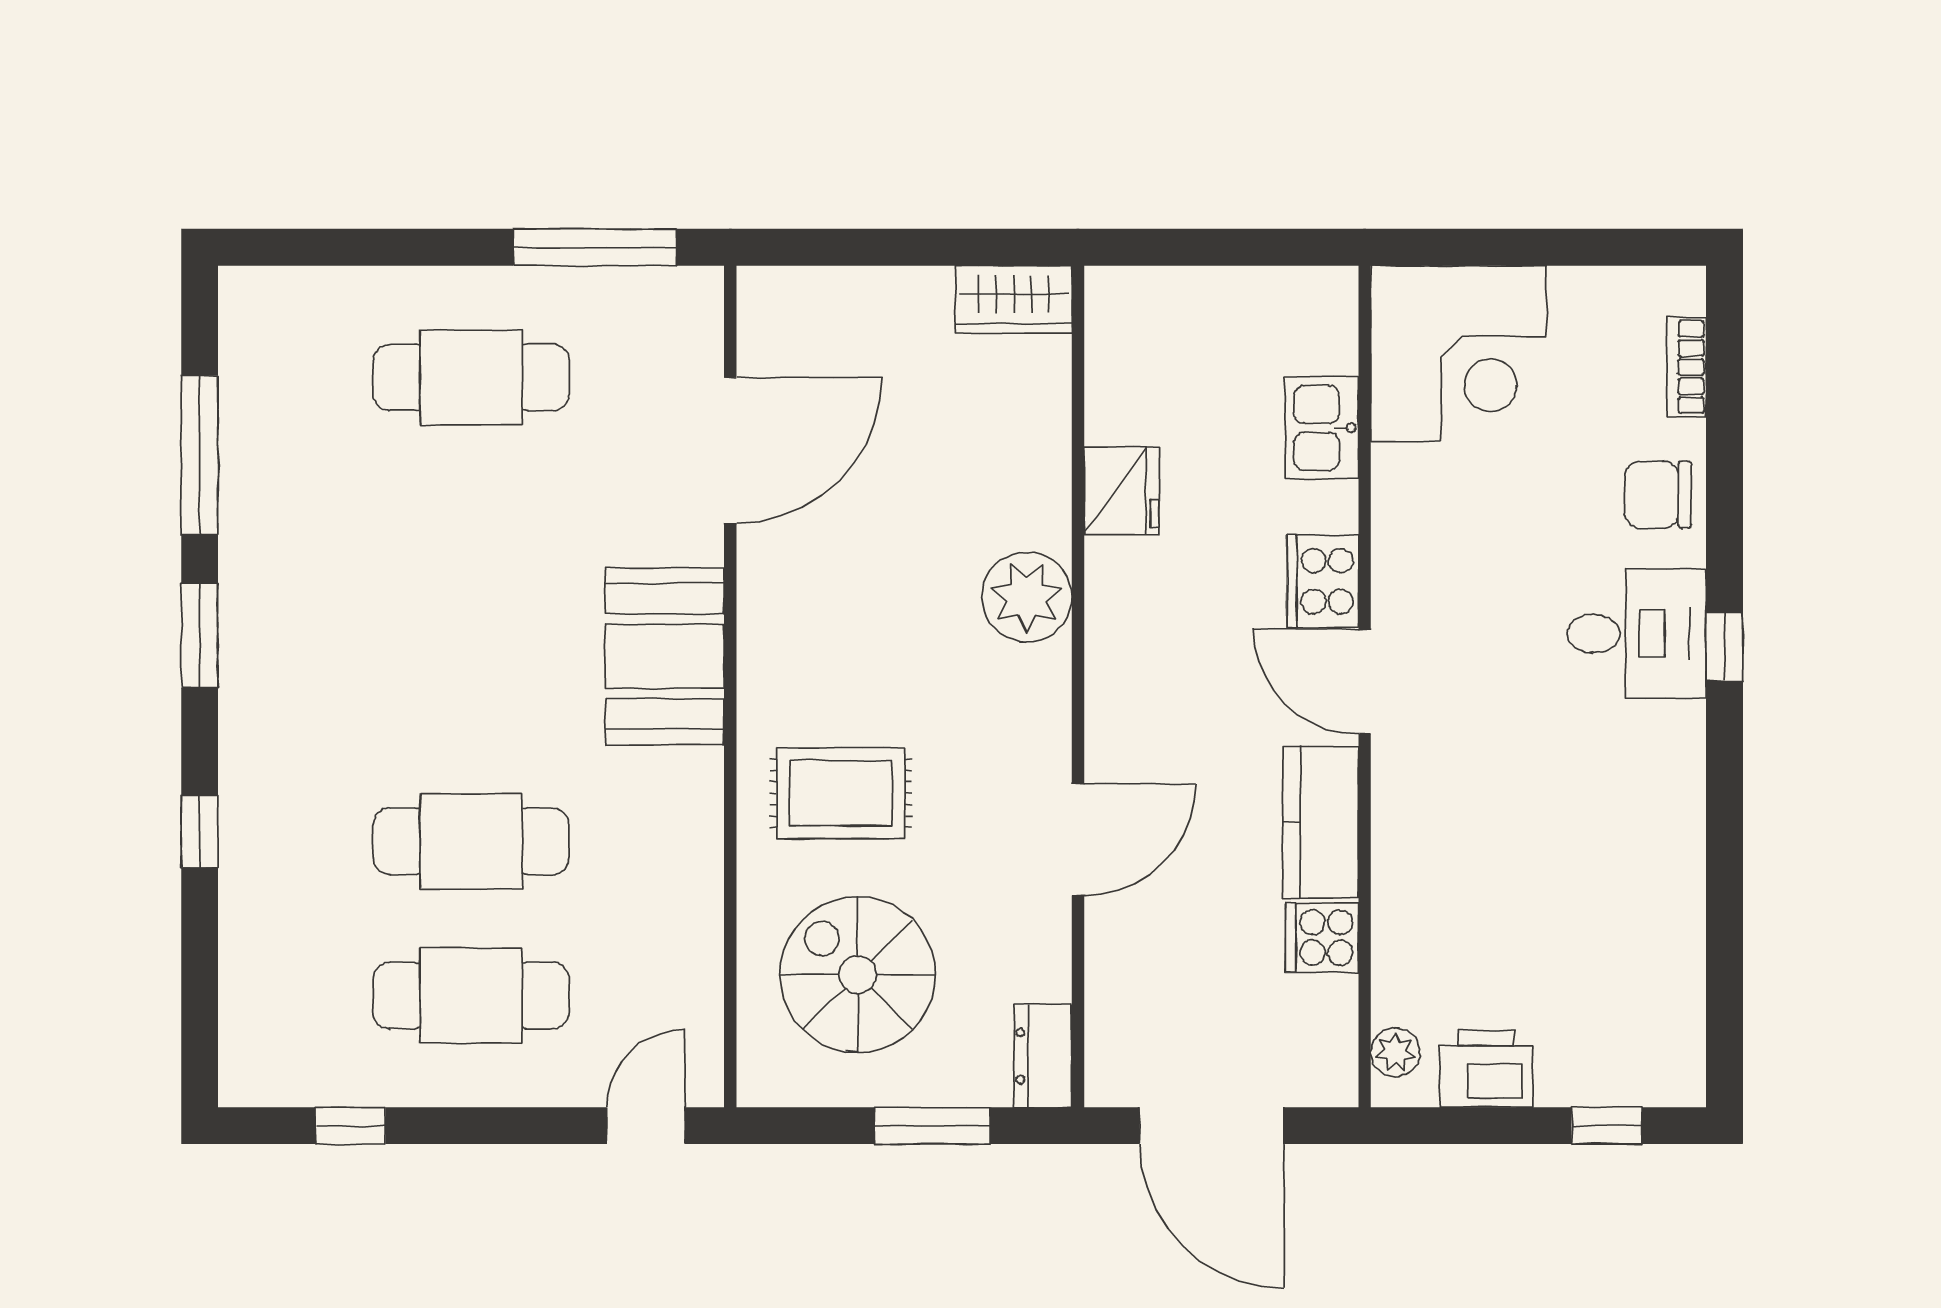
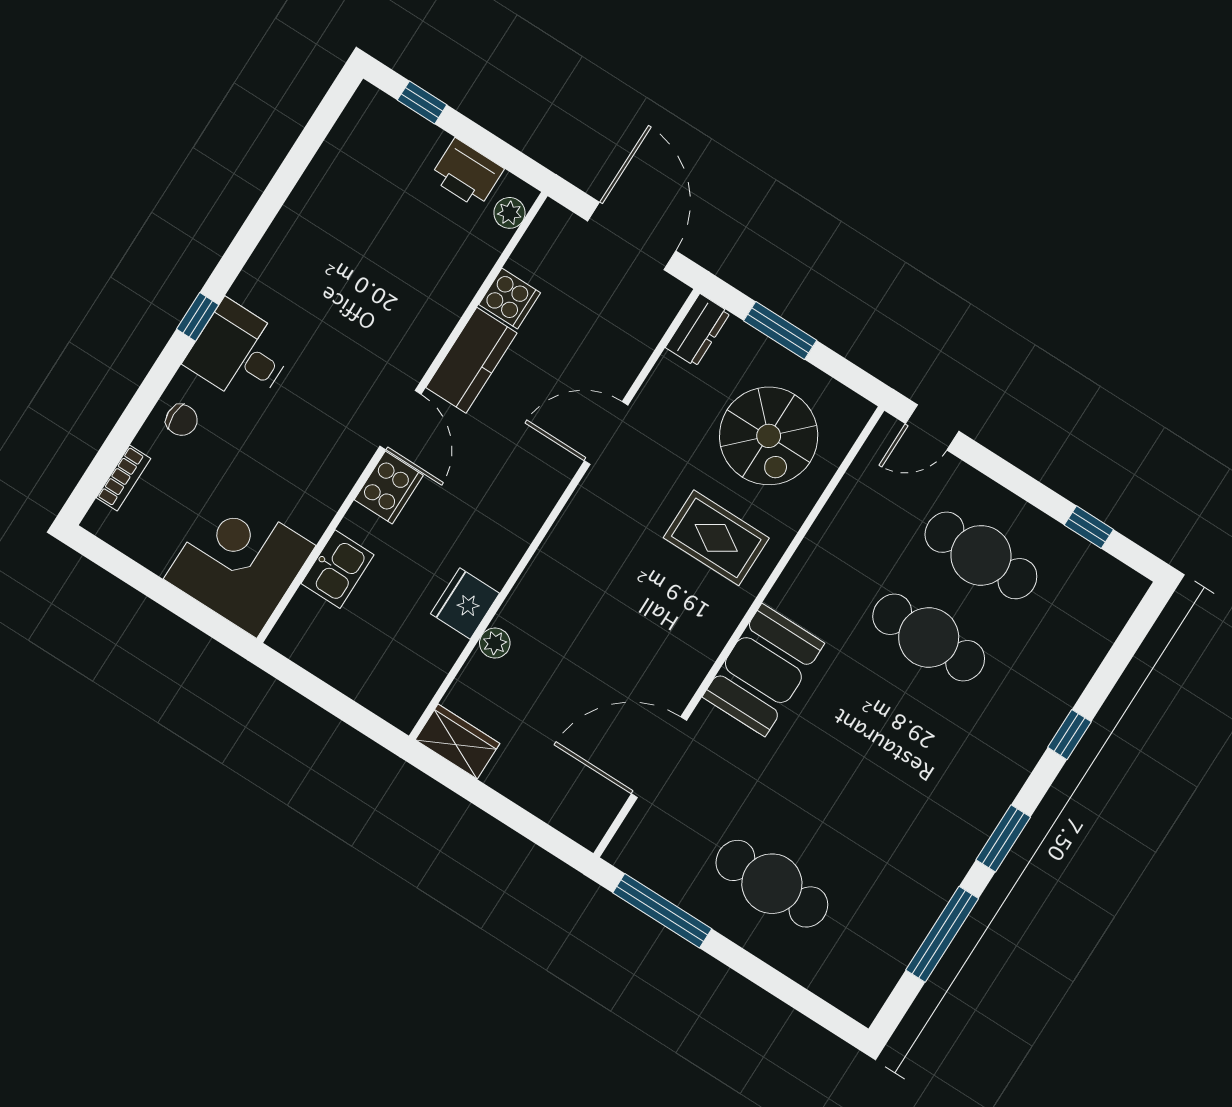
chair: (1658, 495) -> (182, 420), width x0.73, depth x0.73
plant: (1027, 597) -> (495, 643), moved, width x0.53, depth x0.53

